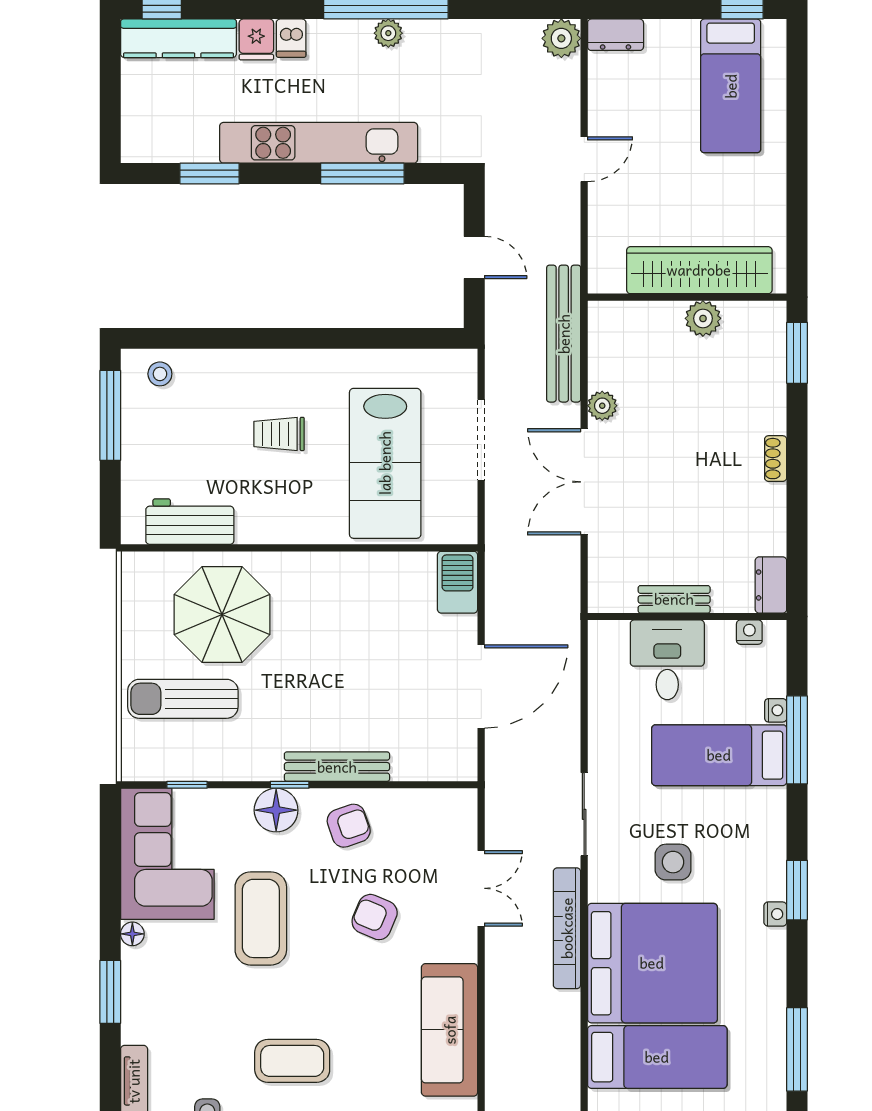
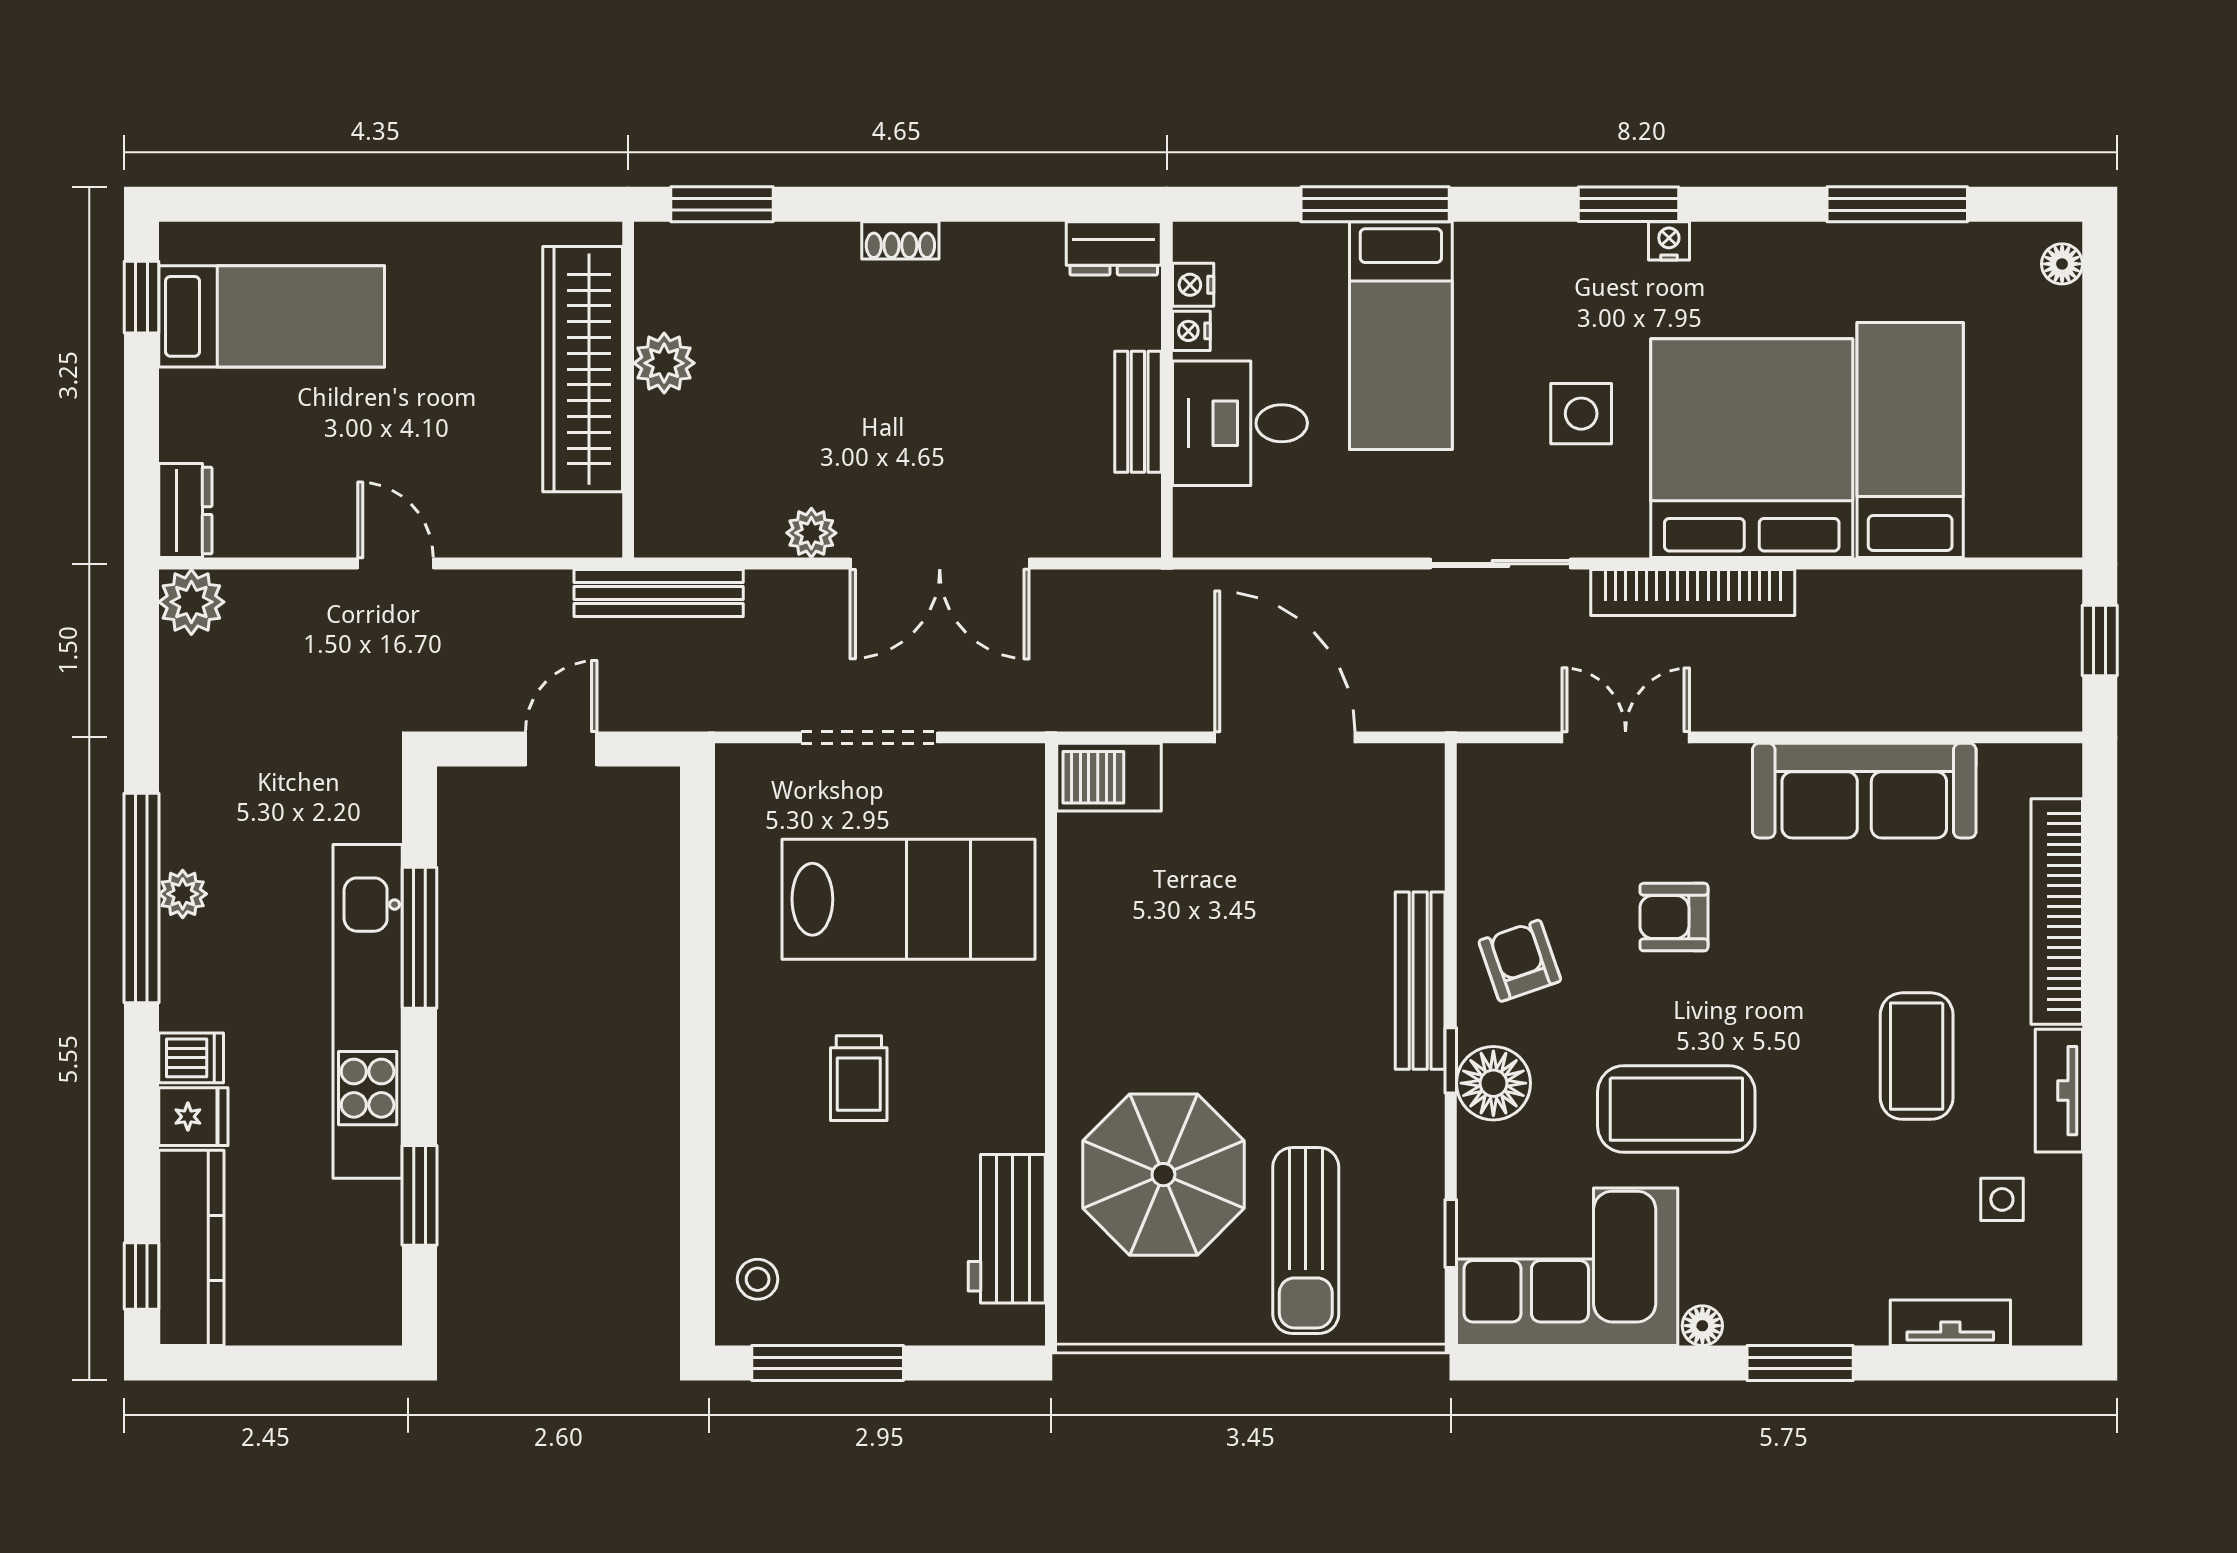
bench: (564, 334) -> (659, 593), width x0.73, depth x0.82
nightstand: (776, 710) -> (1191, 331), moved, turned -90
armchair: (375, 917) -> (1674, 917), turned 67

